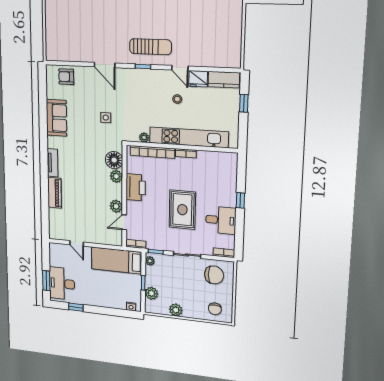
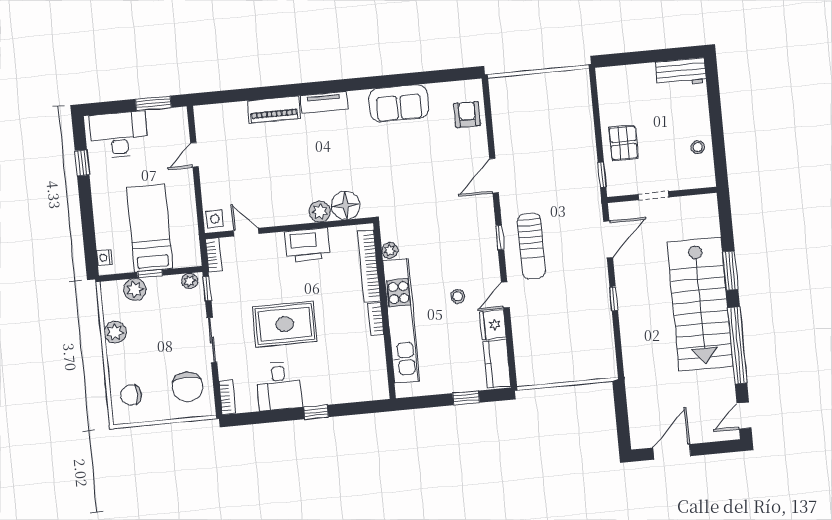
side table: (106, 118) -> (215, 219), moved
plant: (116, 206) -> (270, 216), removed
bed: (116, 261) -> (150, 228), moved
window: (46, 281) -> (153, 103), moved

